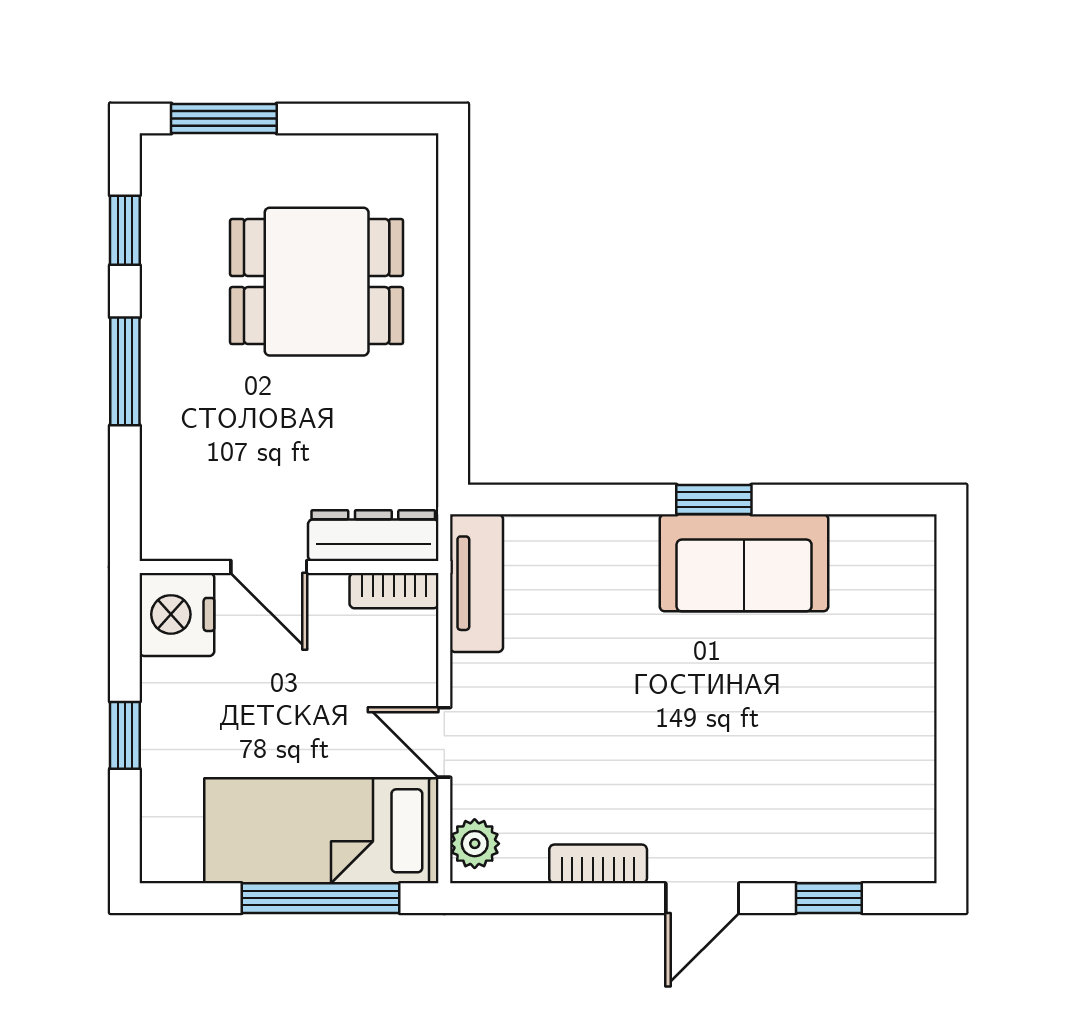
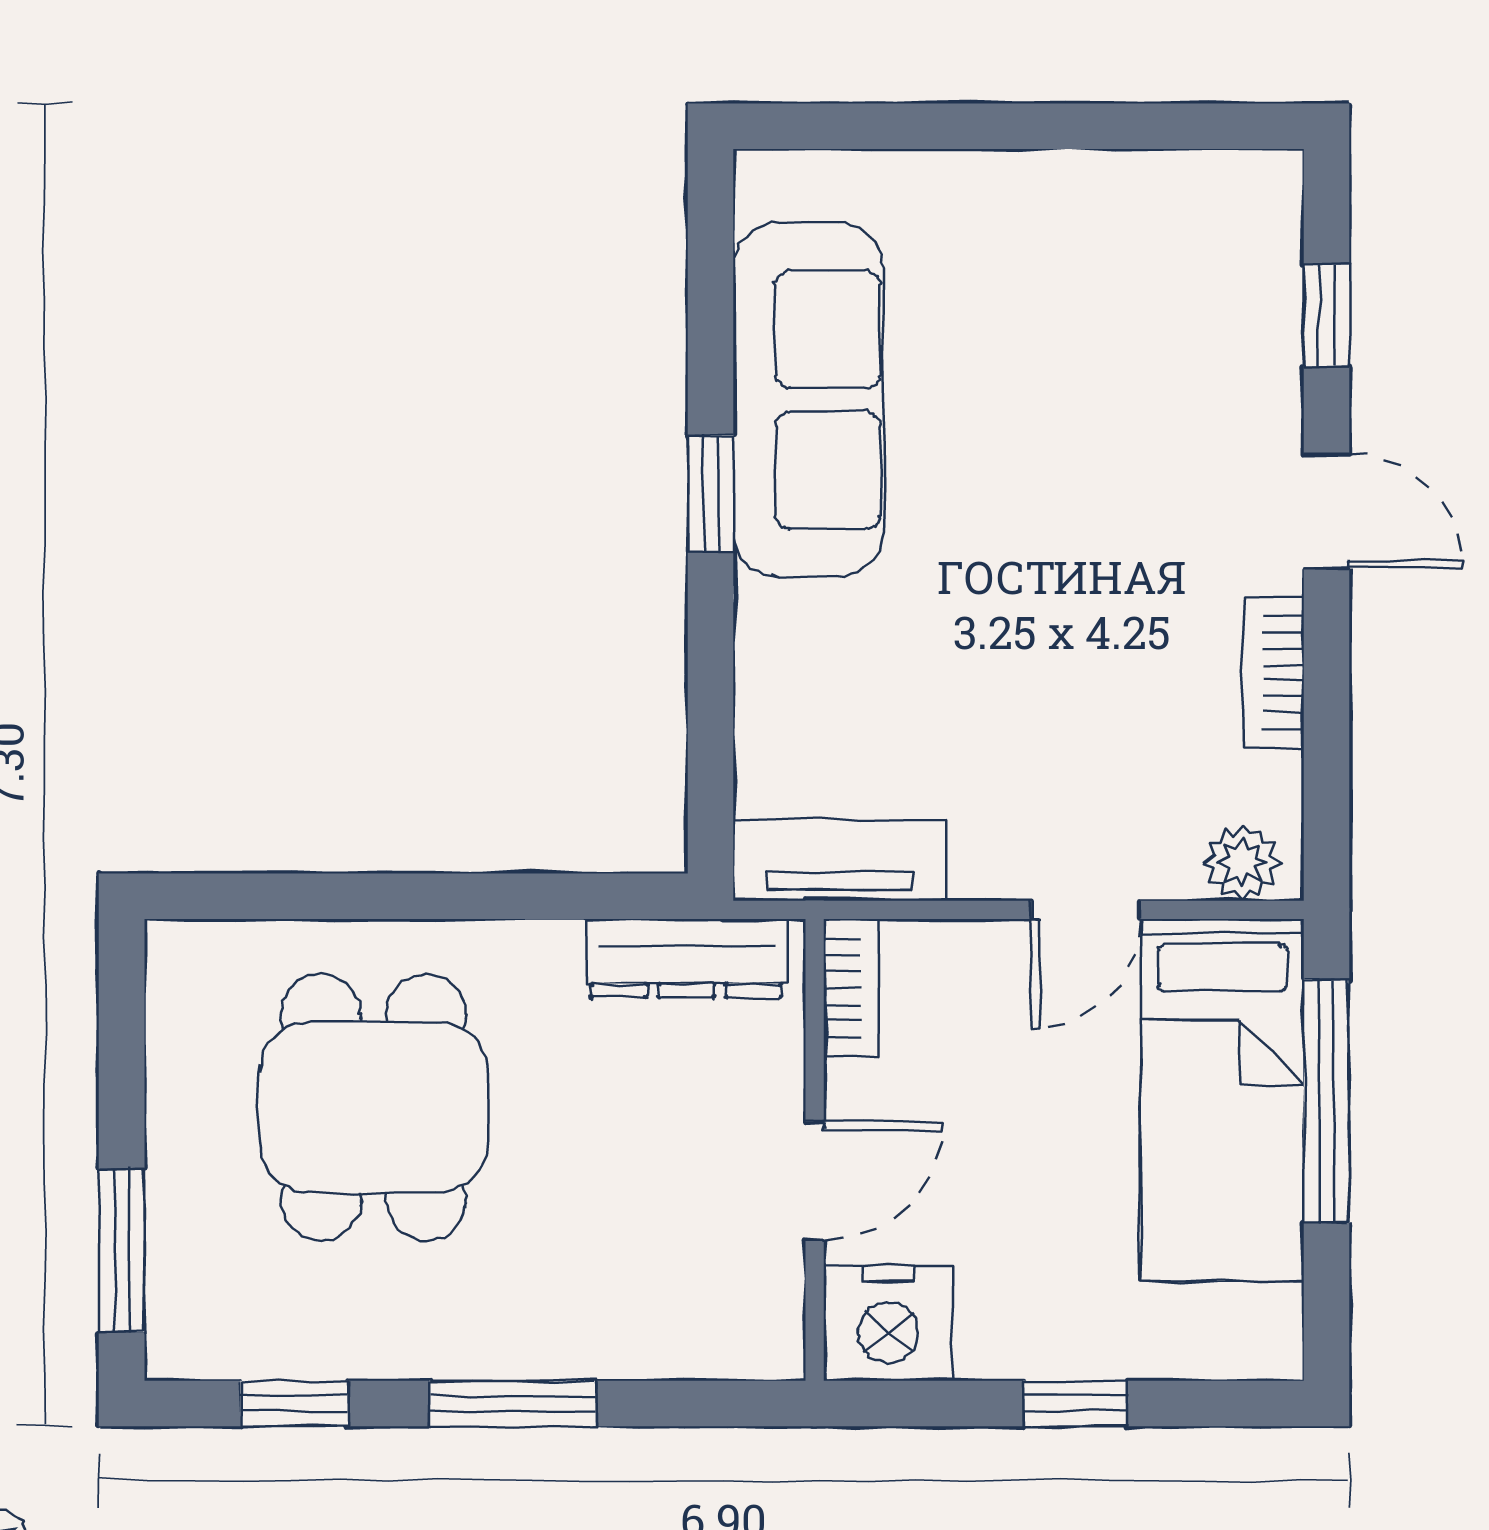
dresser: (373, 536) -> (686, 958), moved, turned -90
sofa: (744, 563) -> (808, 400), width x1.36

